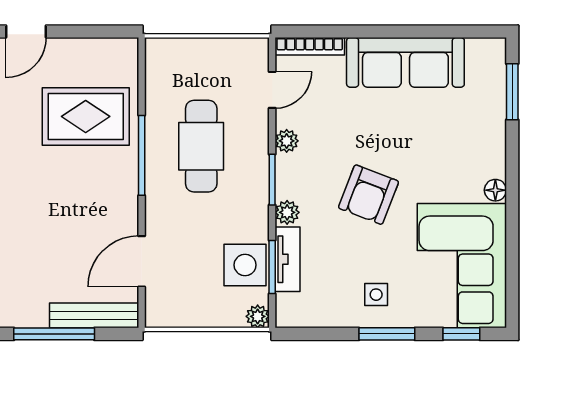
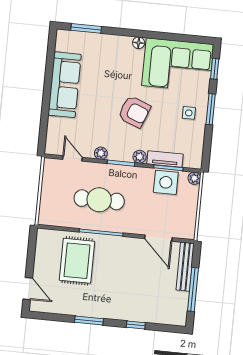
bookcase: (310, 46) -> (51, 136), removed

